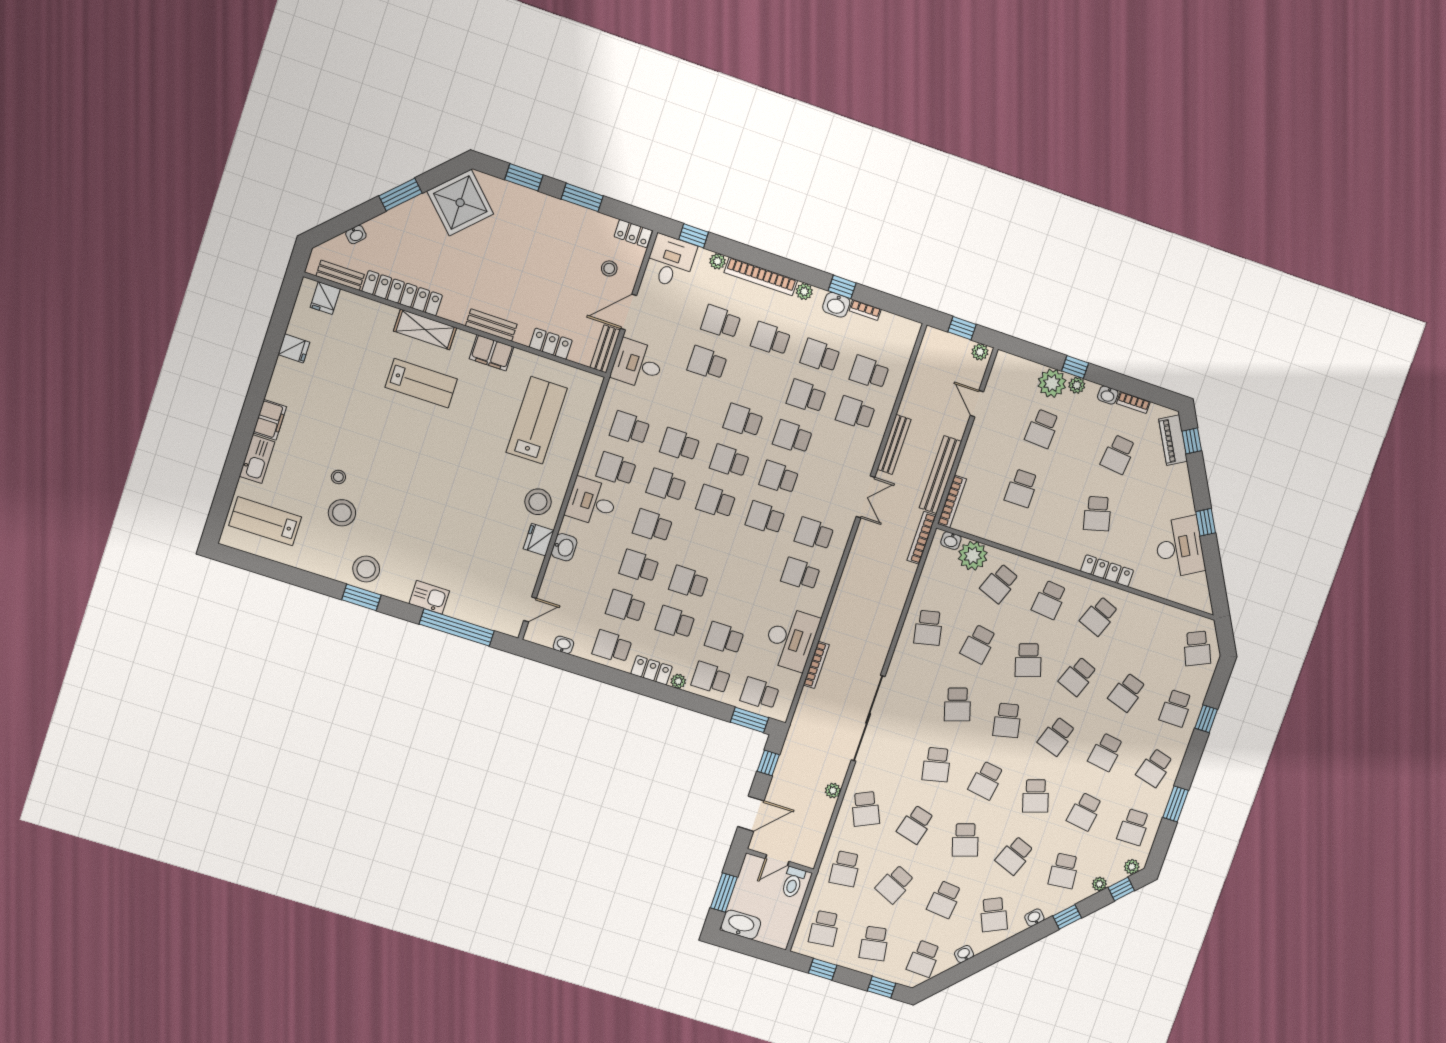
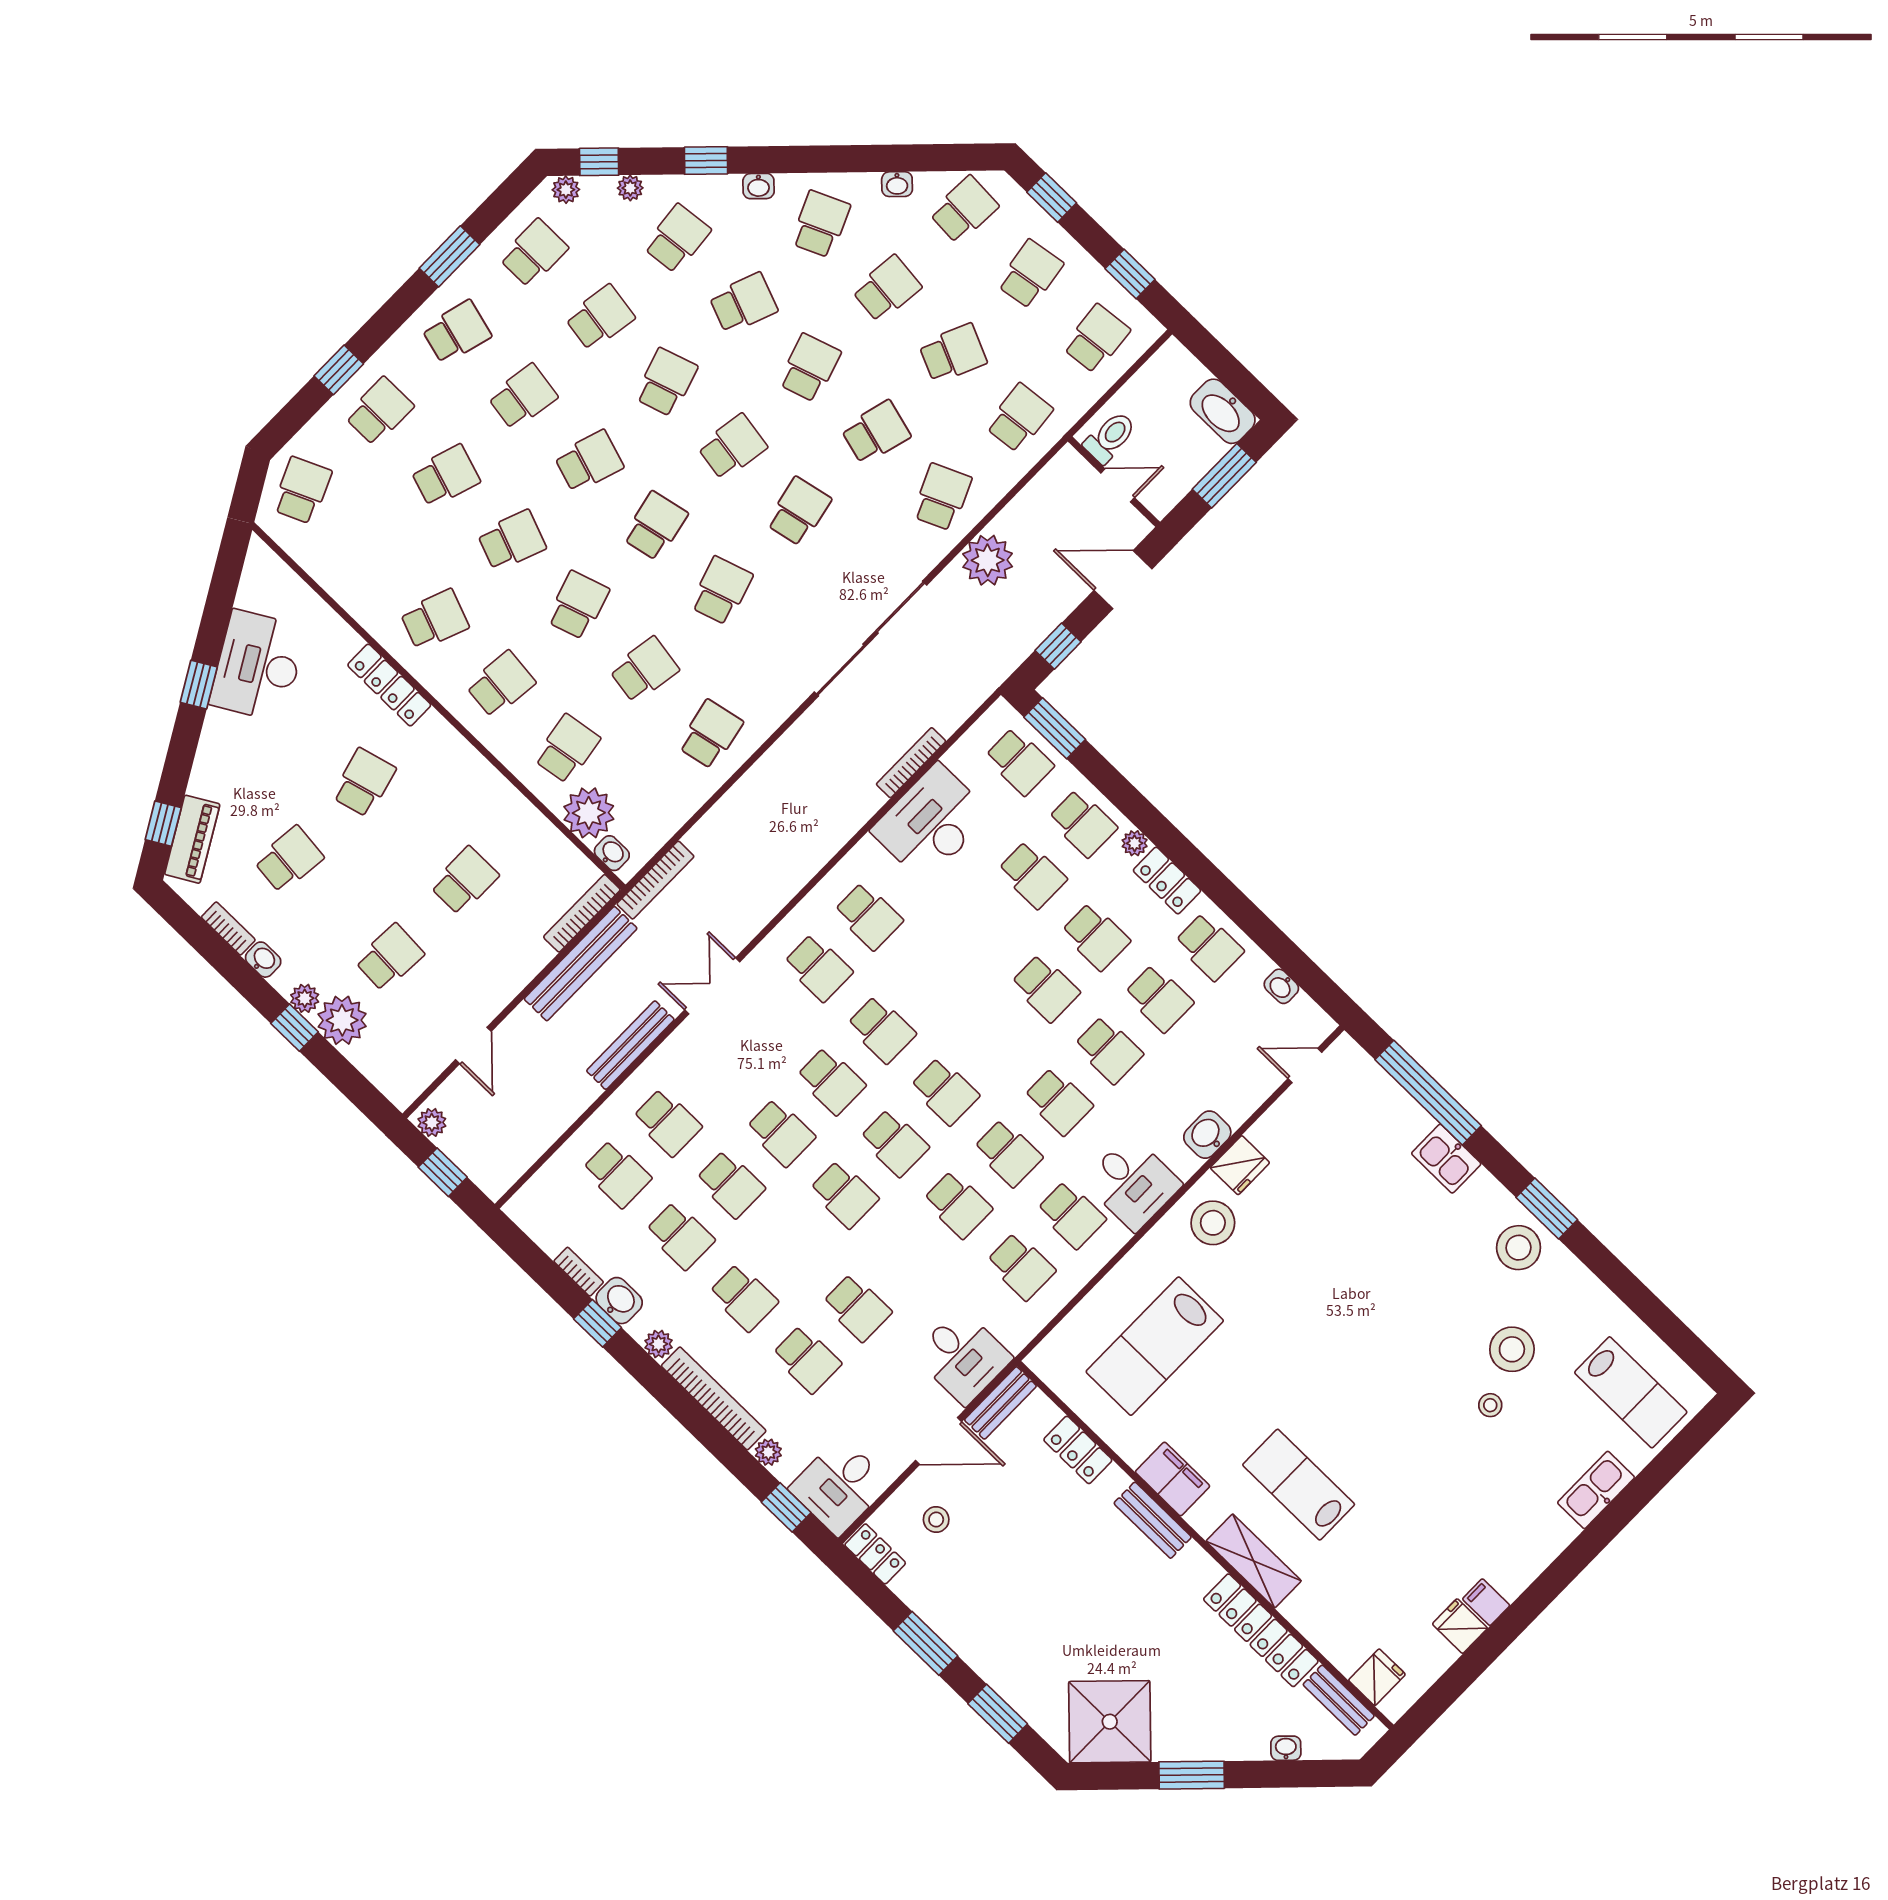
filing cabinet: (270, 420) -> (1486, 1602), moved, width x0.50
school desk: (1000, 583) -> (567, 749), turned -30
plant: (833, 791) -> (988, 560), width x1.88, depth x1.88

